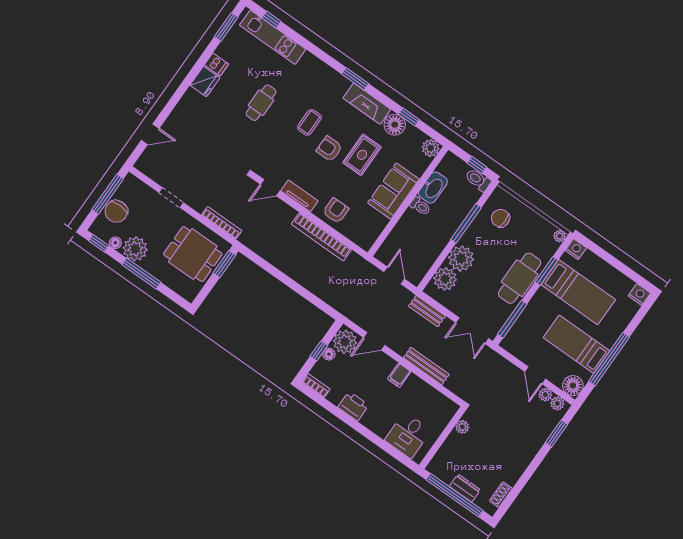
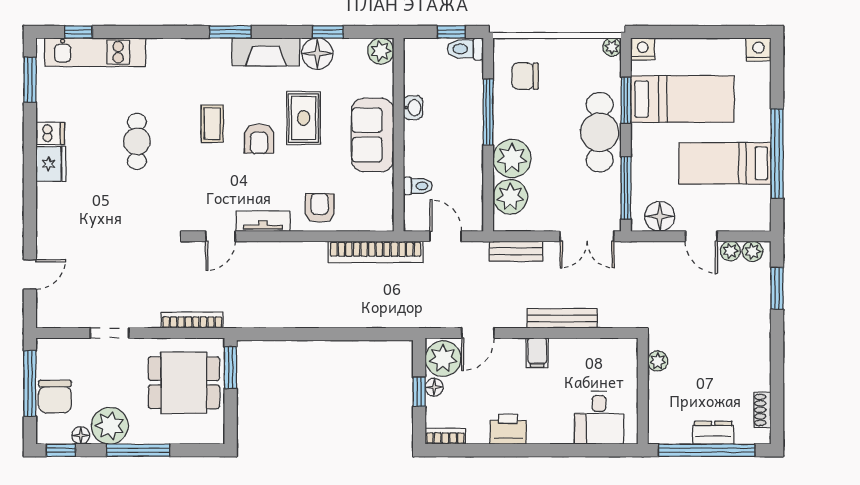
armchair: (329, 149) -> (259, 139), turned -90
washbasin: (433, 188) -> (413, 108), width x0.52, depth x0.69
toilet: (420, 206) -> (418, 186), moved
bookcase: (321, 237) -> (376, 252), moved
floor lamp: (573, 386) -> (660, 216), moved

